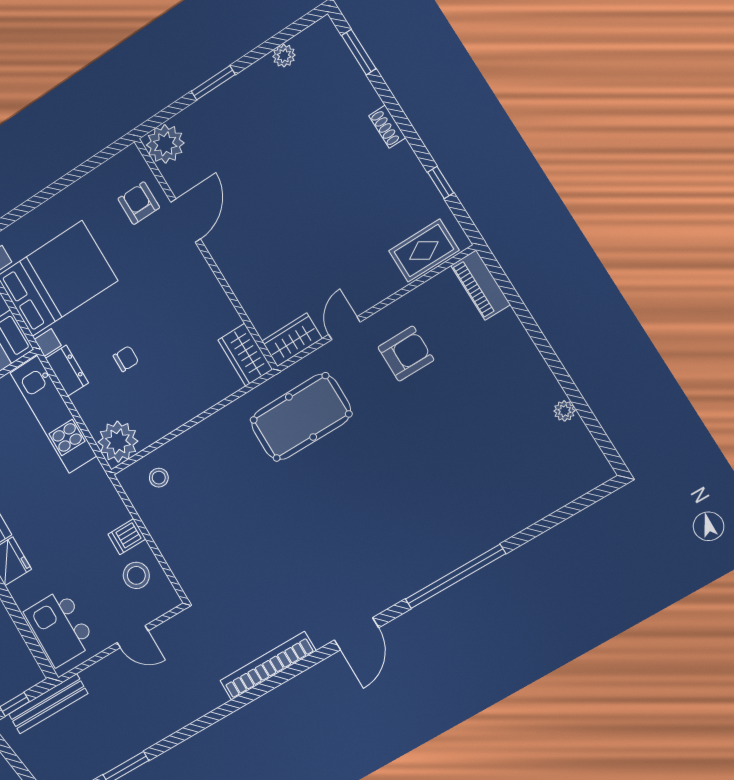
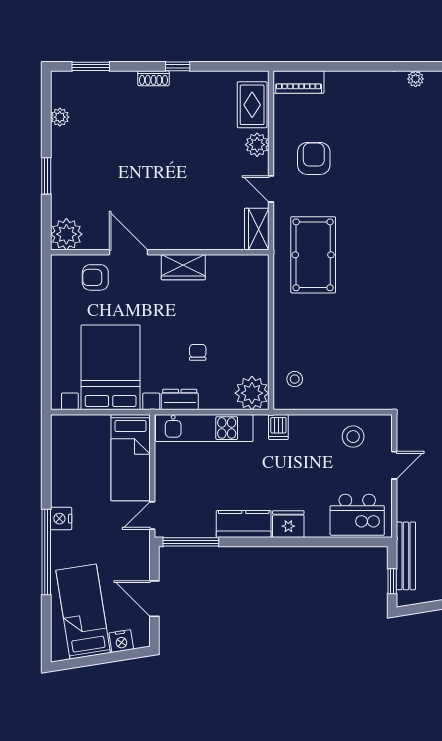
window: (441, 182) -> (178, 66), moved
plant: (383, 283) -> (257, 145), added
wardrobe: (245, 355) -> (183, 267), moved
dishwasher: (127, 537) -> (278, 427), moved

